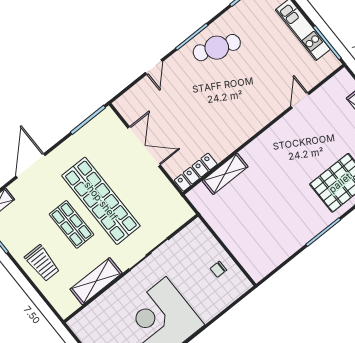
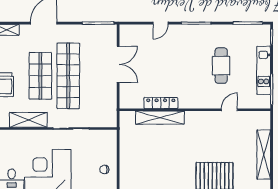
cafe table: (217, 48) -> (221, 66), moved, turned 69
locker: (196, 172) -> (161, 103), moved
shelving: (225, 174) -> (160, 118), width x1.47
shop shelf: (72, 224) -> (40, 76), width x1.43, depth x1.36

